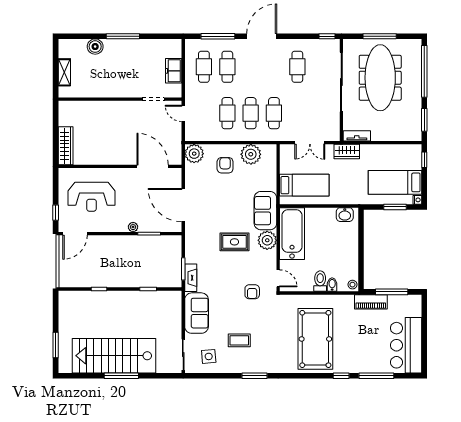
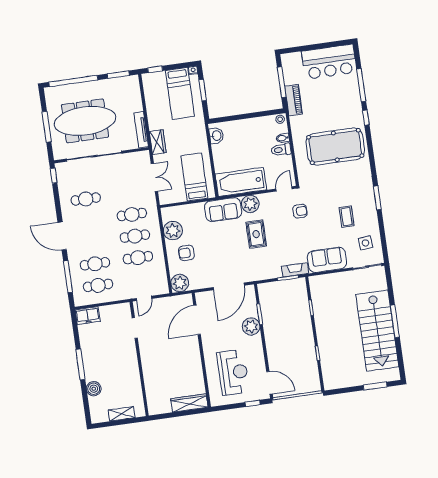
freezer: (174, 71) -> (88, 316), moved
tv unit: (357, 136) -> (141, 130), width x1.41
plant: (133, 227) -> (251, 326), width x1.88, depth x1.88

